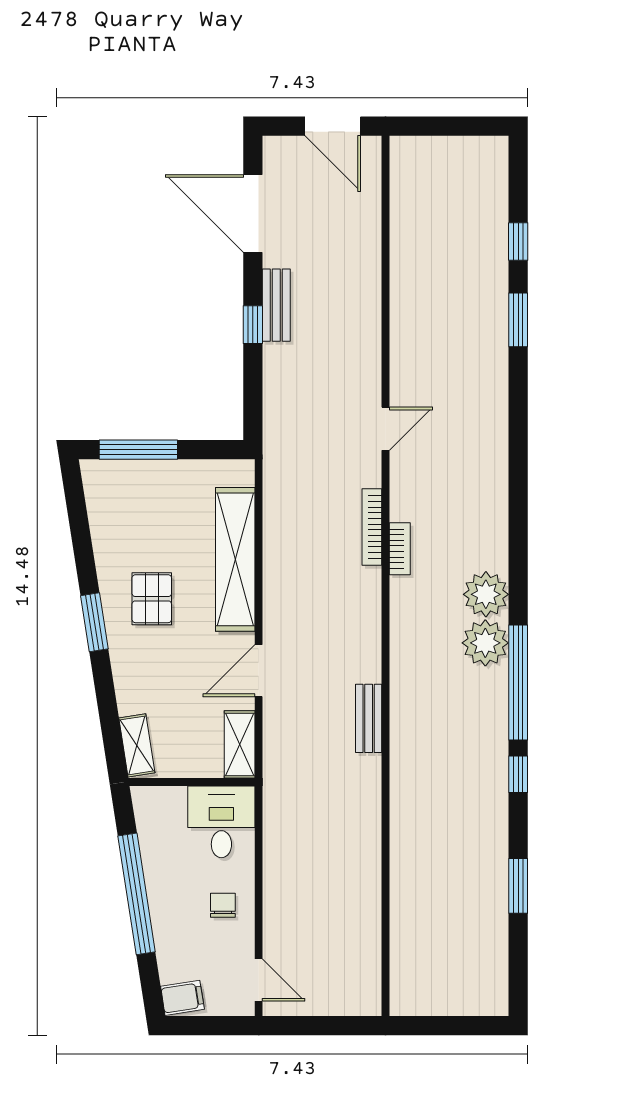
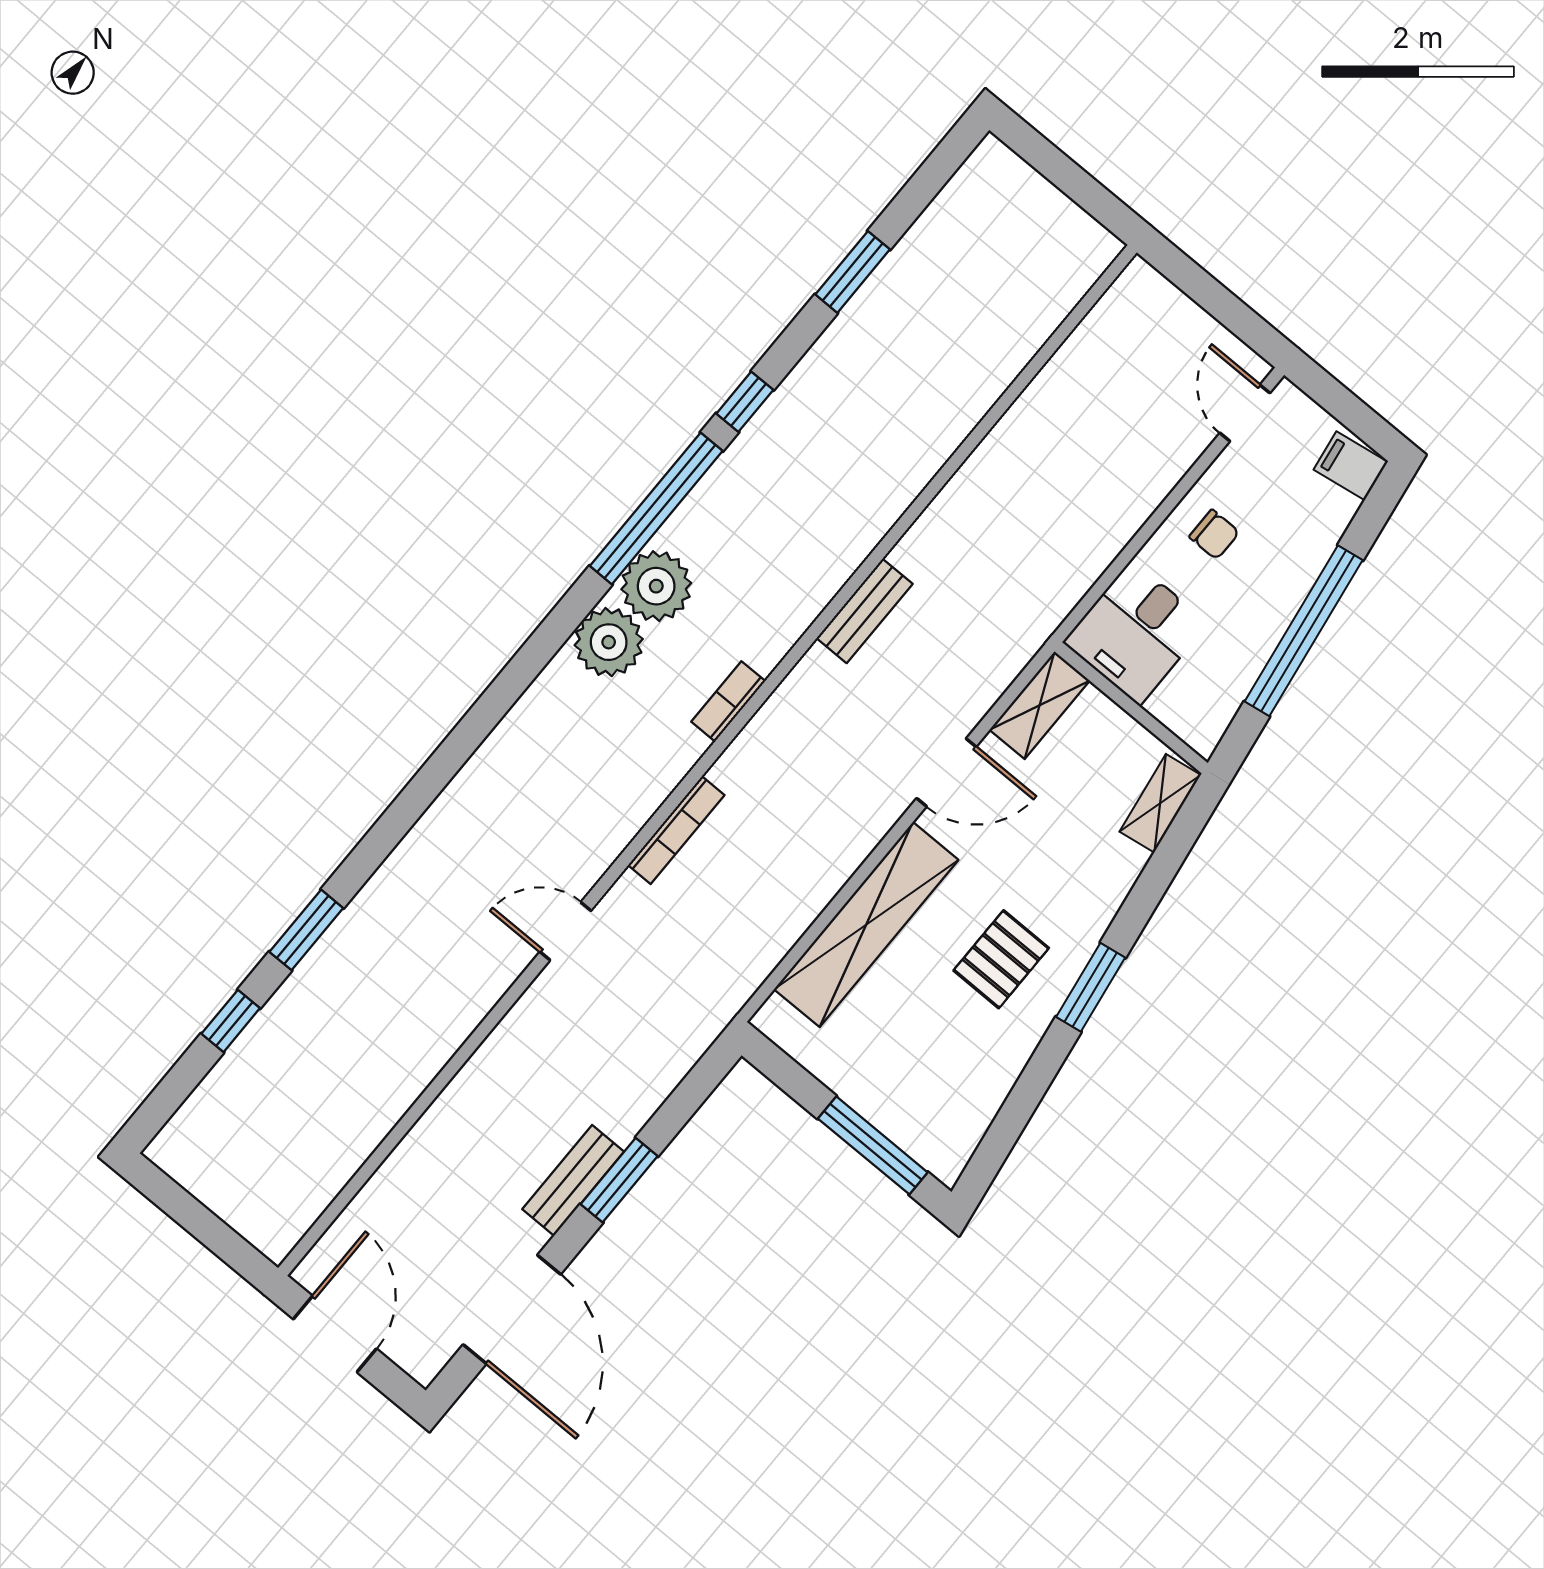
window: (253, 325) -> (619, 1180), width x1.50
bookcase: (400, 549) -> (728, 701), moved
chair: (223, 905) -> (1214, 534), turned -90

